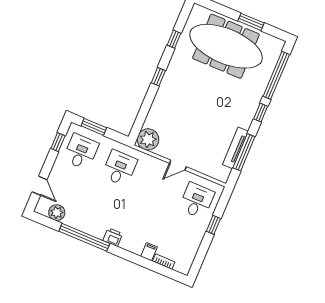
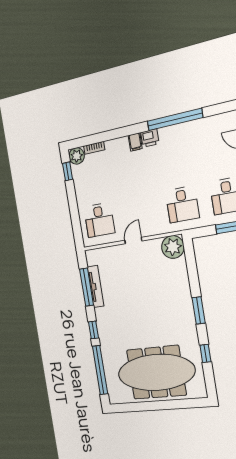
window: (251, 22) -> (148, 406), removed
window: (158, 77) -> (199, 310), width x1.50
plant: (57, 213) -> (77, 156), moved
window: (213, 225) -> (68, 171), moved
filing cabinet: (149, 252) -> (135, 142), moved

